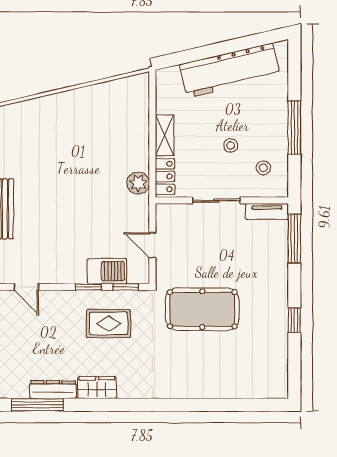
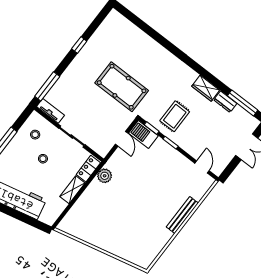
barbecue: (107, 271) -> (143, 134), moved
rug: (109, 324) -> (175, 116), turned 90
dresser: (53, 390) -> (225, 102), width x0.70

